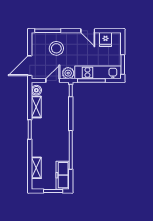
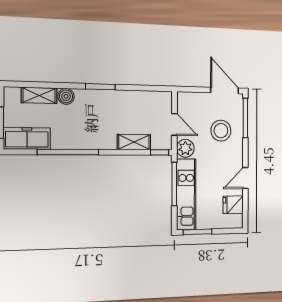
door: (30, 66) -> (225, 90), moved
boiler: (36, 90) -> (66, 96), moved
shelving: (36, 107) -> (134, 142), moved

